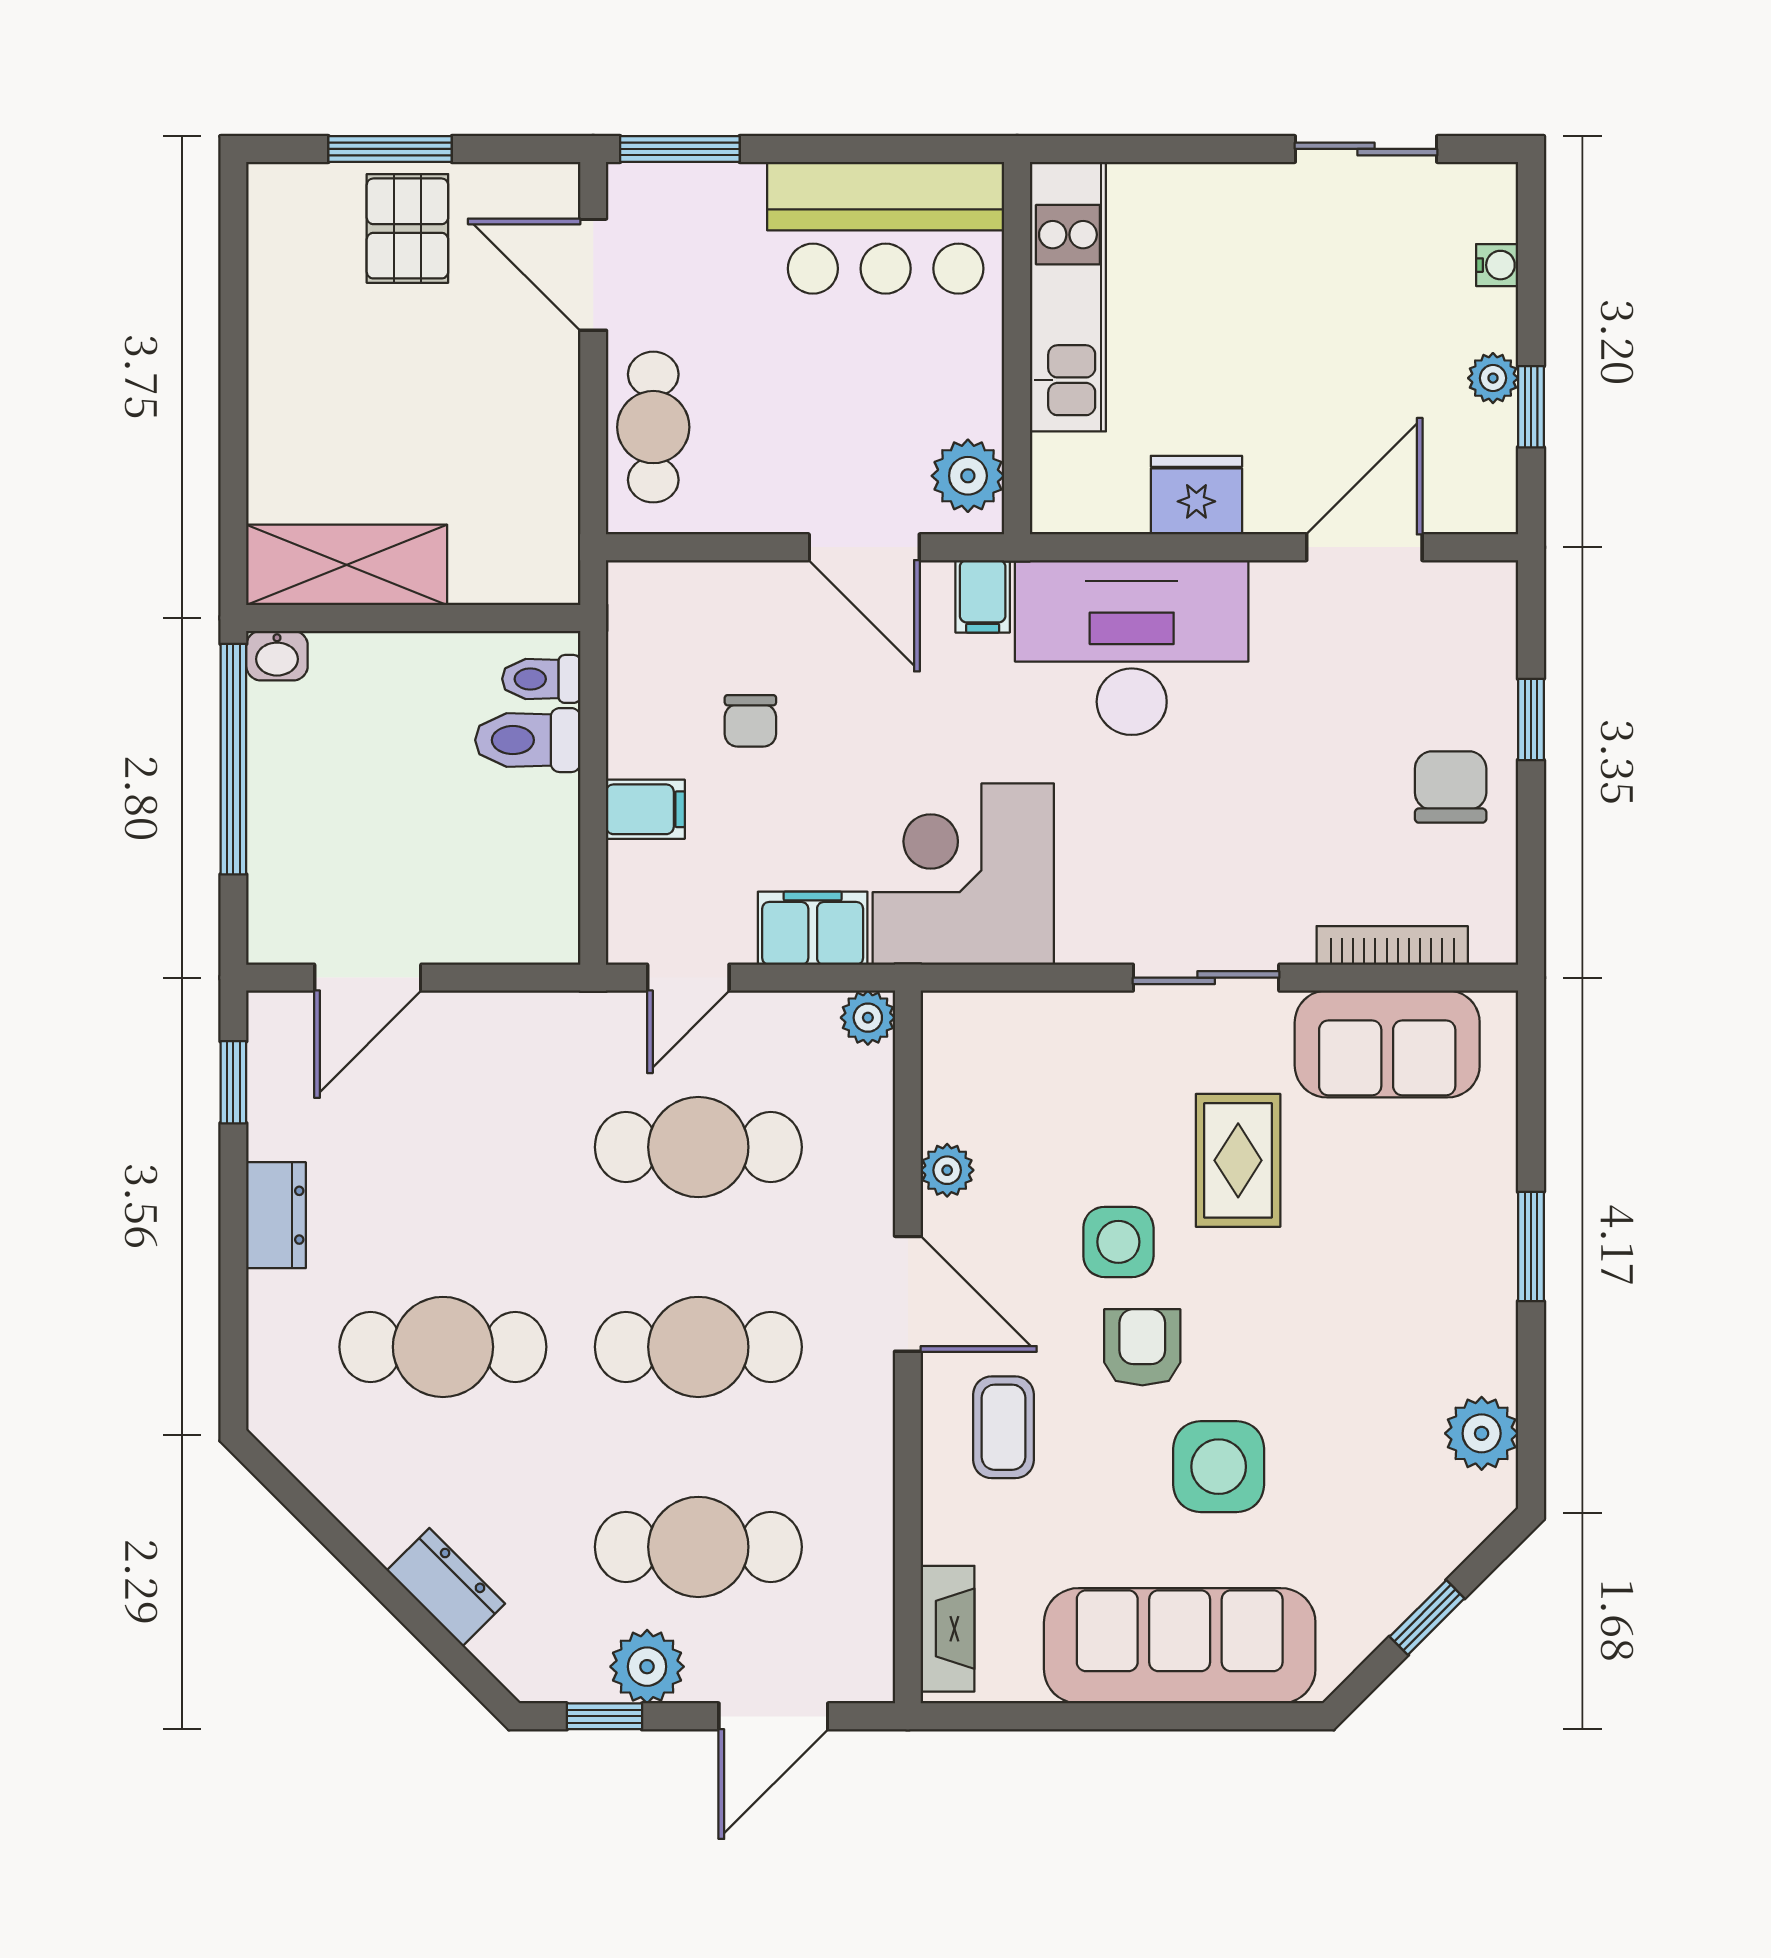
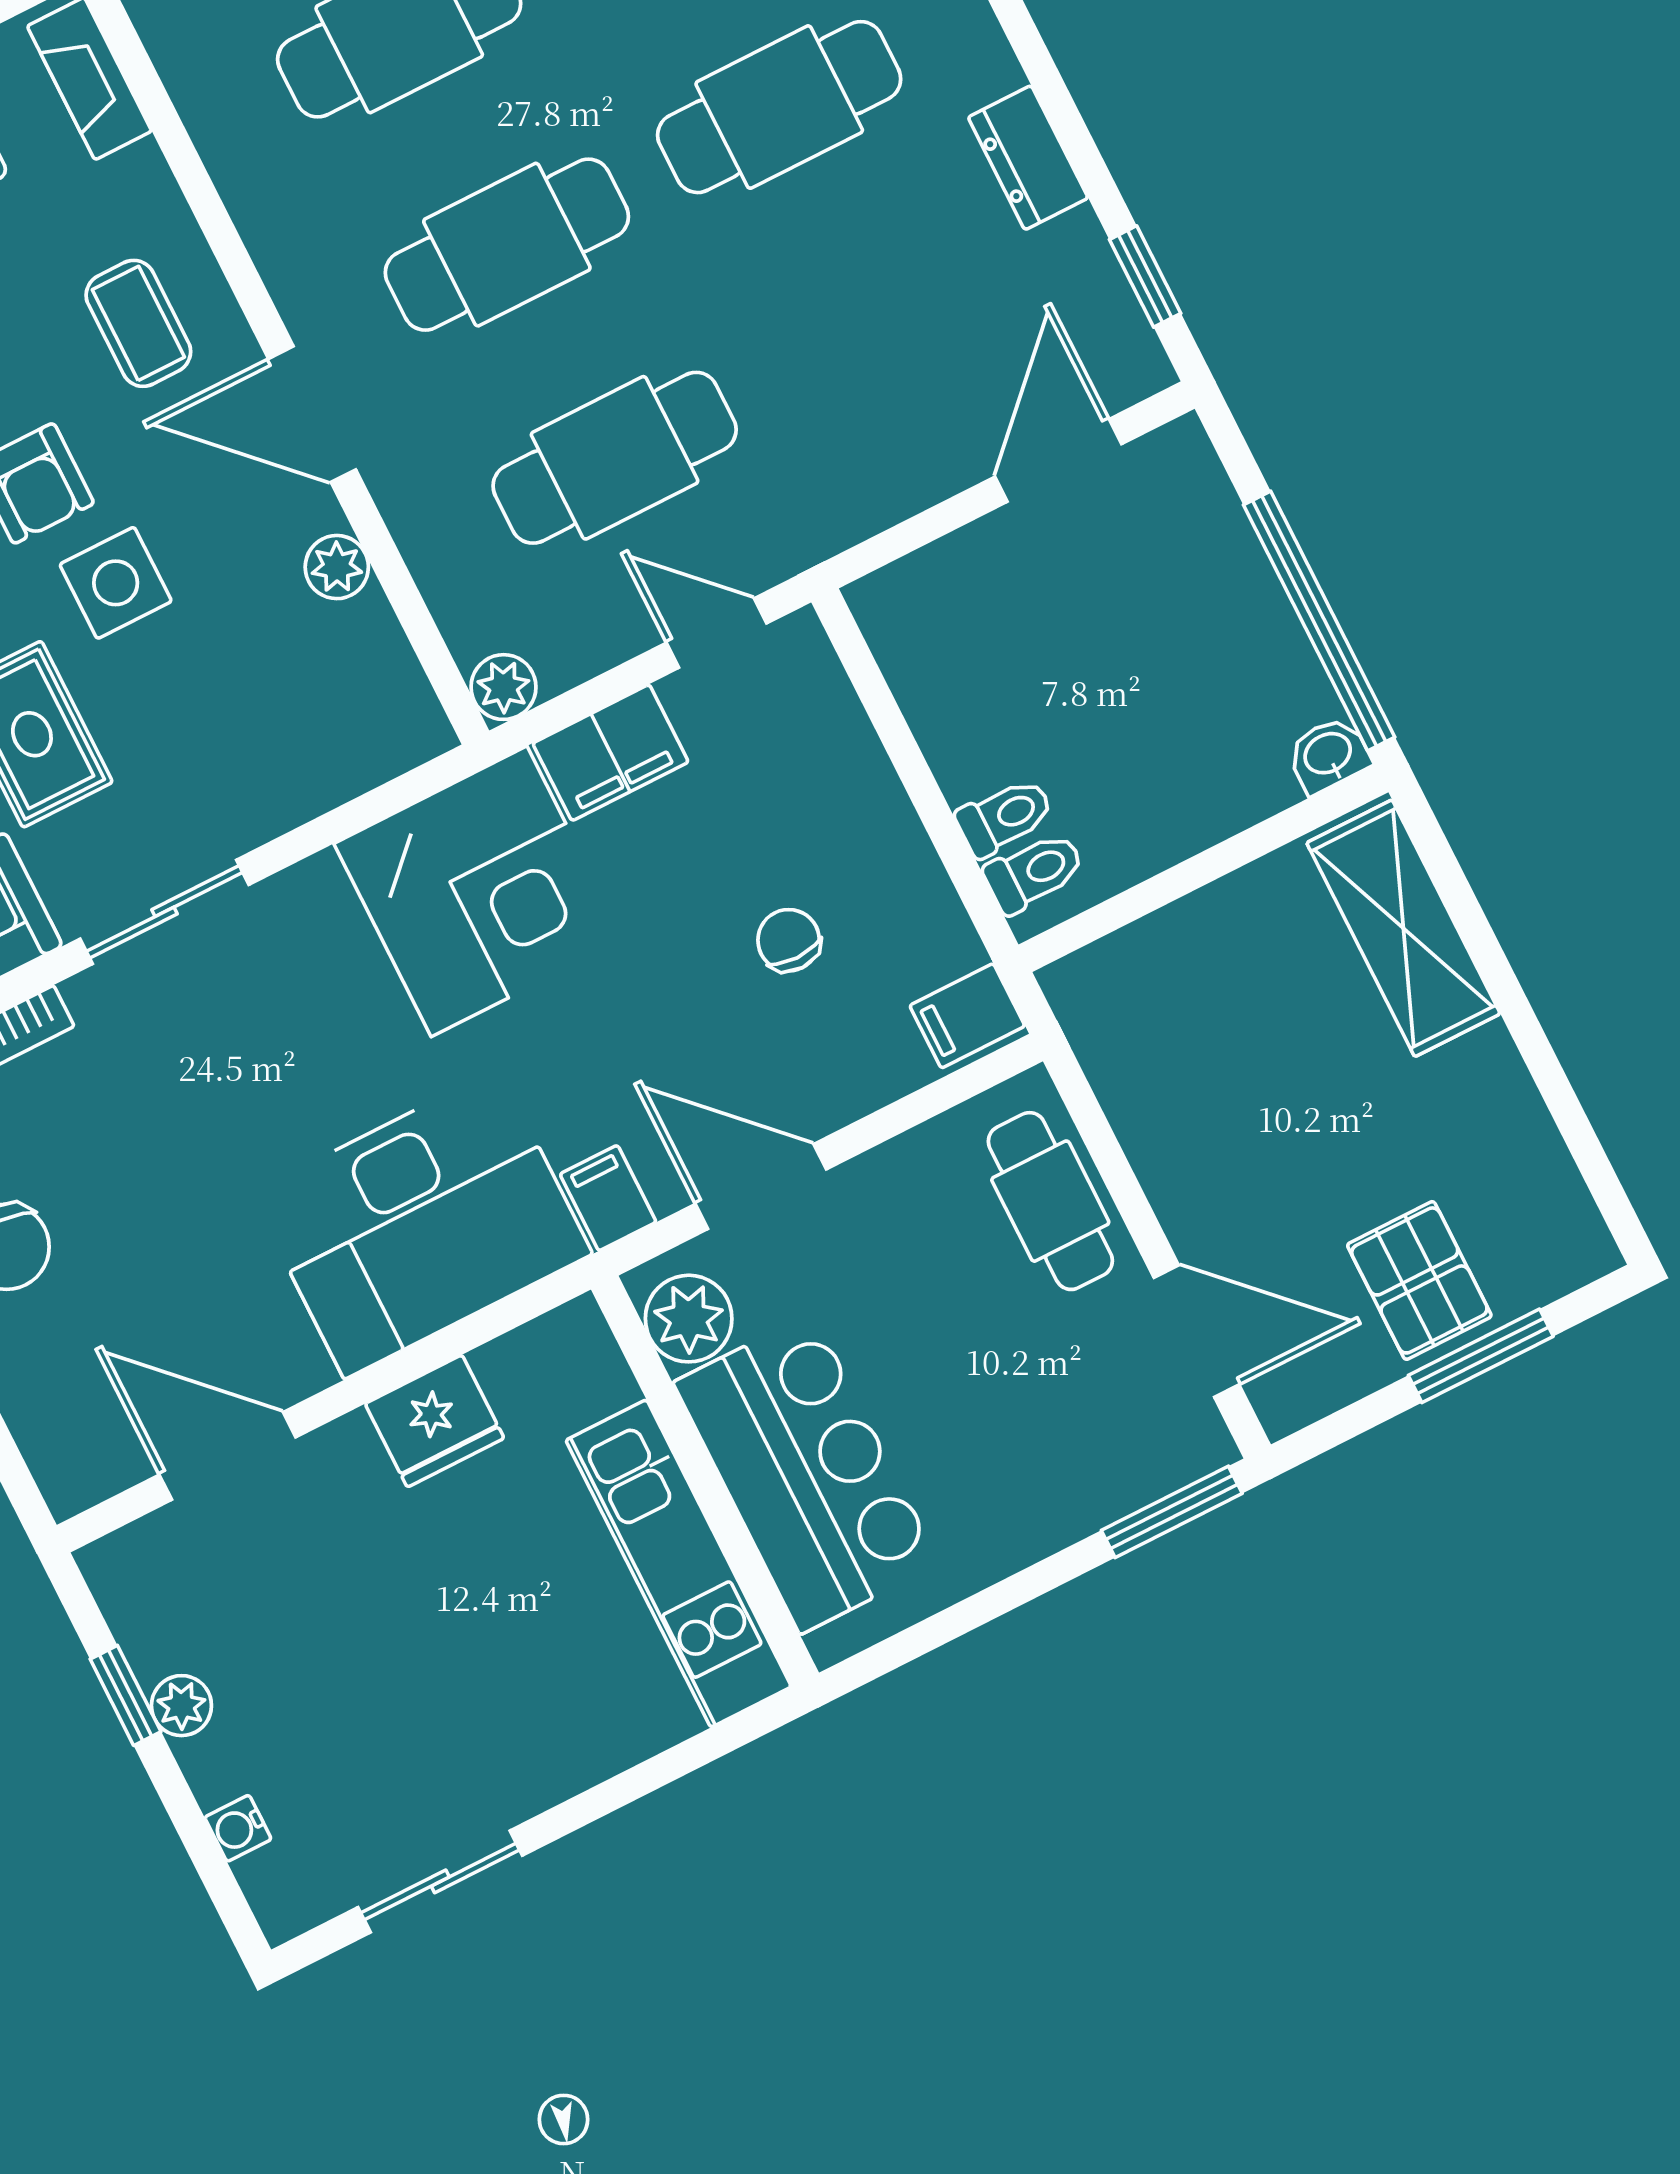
bar counter: (886, 228) -> (806, 1473), moved, turned 90
door: (1364, 547) -> (227, 1456), swing flipped
shelving: (347, 565) -> (1403, 928), moved, turned 90
toilet: (528, 740) -> (1005, 817), width x0.73, depth x0.72
filing cabinet: (645, 809) -> (967, 1016), moved
door: (688, 978) -> (717, 633), hinge flipped

